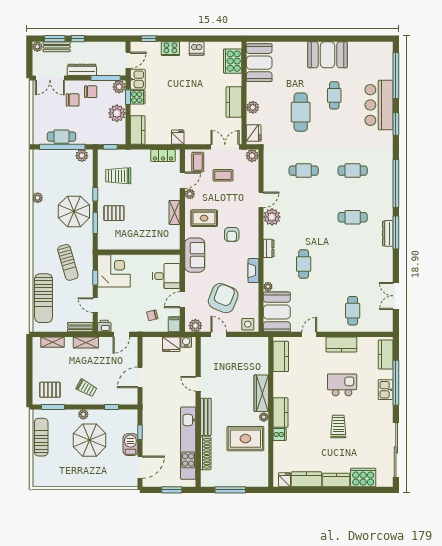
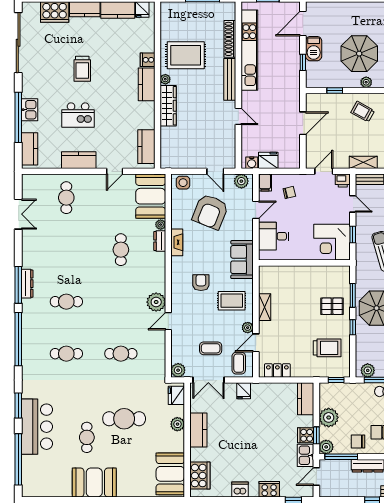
cafe table: (301, 112) -> (124, 419), turned 90
fridge: (178, 137) -> (244, 391), moved
dresser: (269, 248) -> (160, 241), moved

